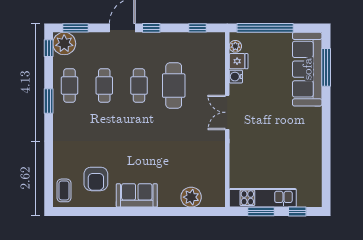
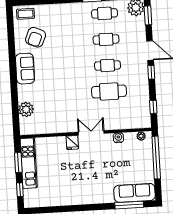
fridge: (239, 61) -> (72, 142), moved
sofa: (307, 69) -> (135, 193), width x0.74, depth x0.79
armchair: (96, 179) -> (36, 37), turned -67

